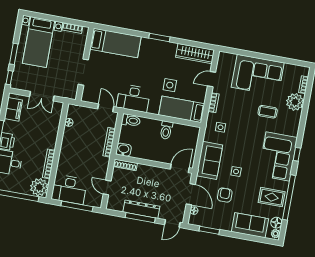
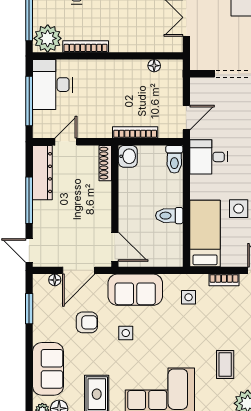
desk: (133, 98) -> (209, 157), width x0.73
dresser: (141, 209) -> (42, 173), moved

